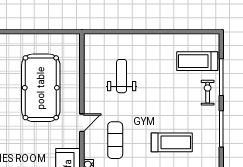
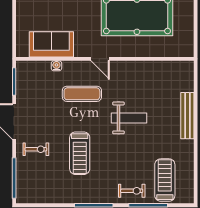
bench: (136, 40) -> (187, 116), added
weight bench: (122, 76) -> (129, 118), moved

